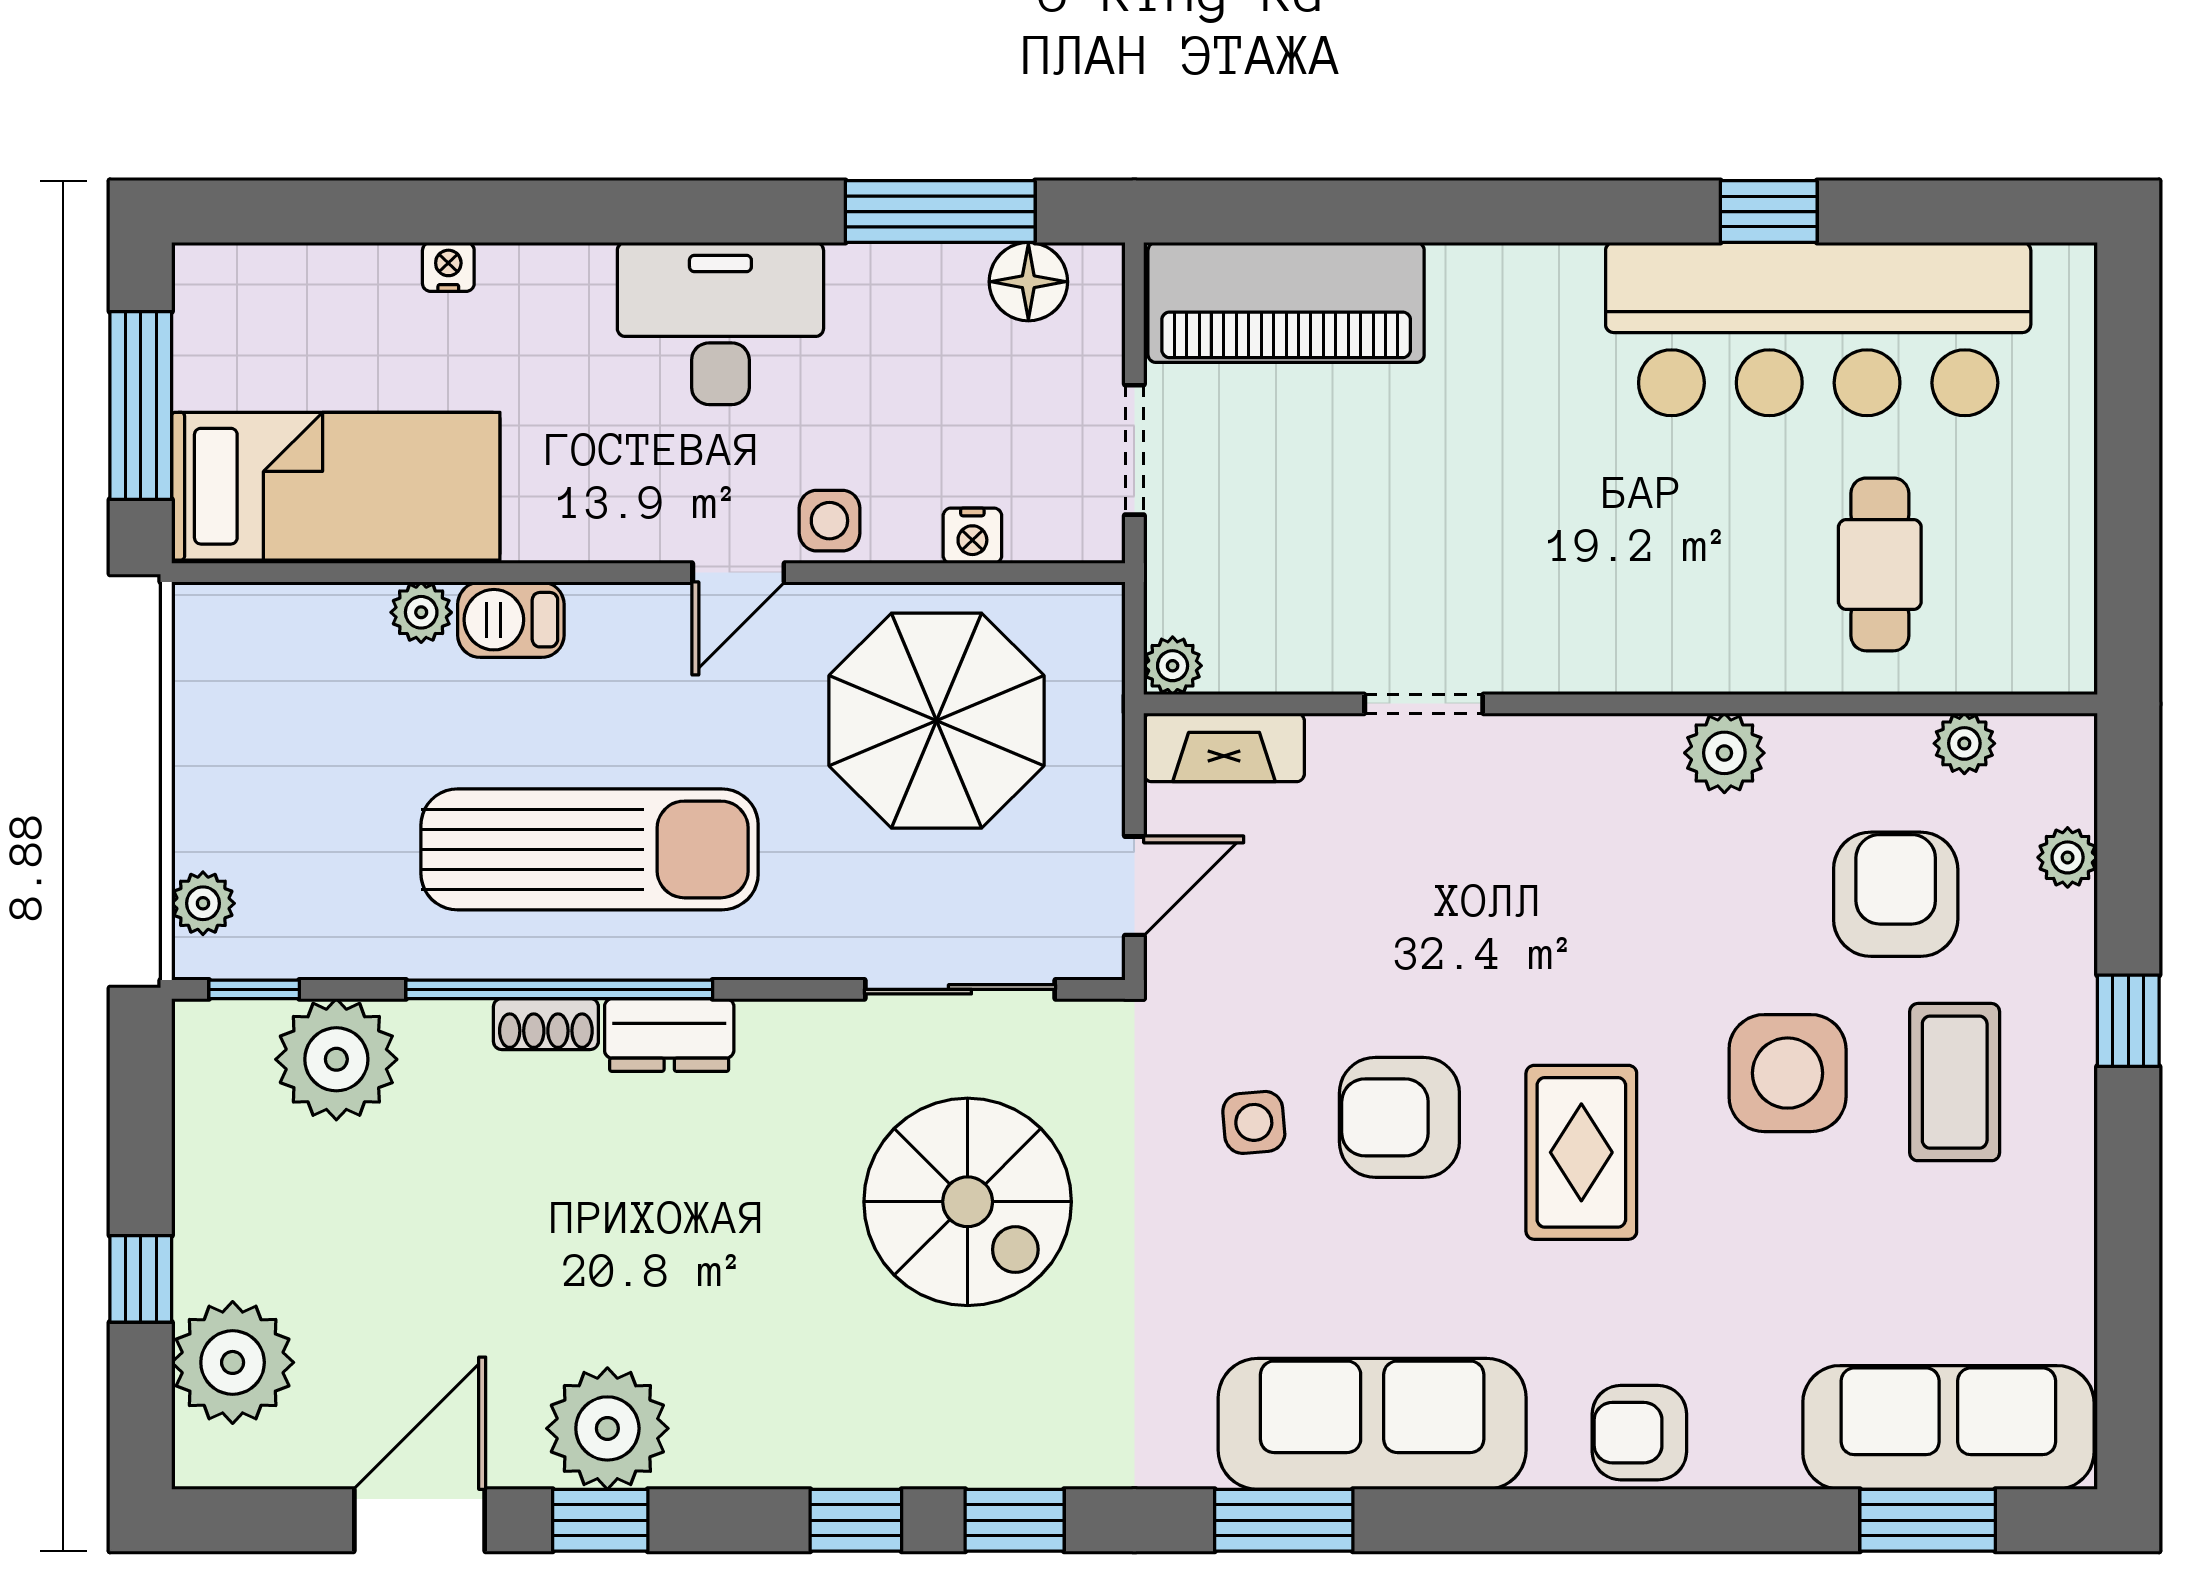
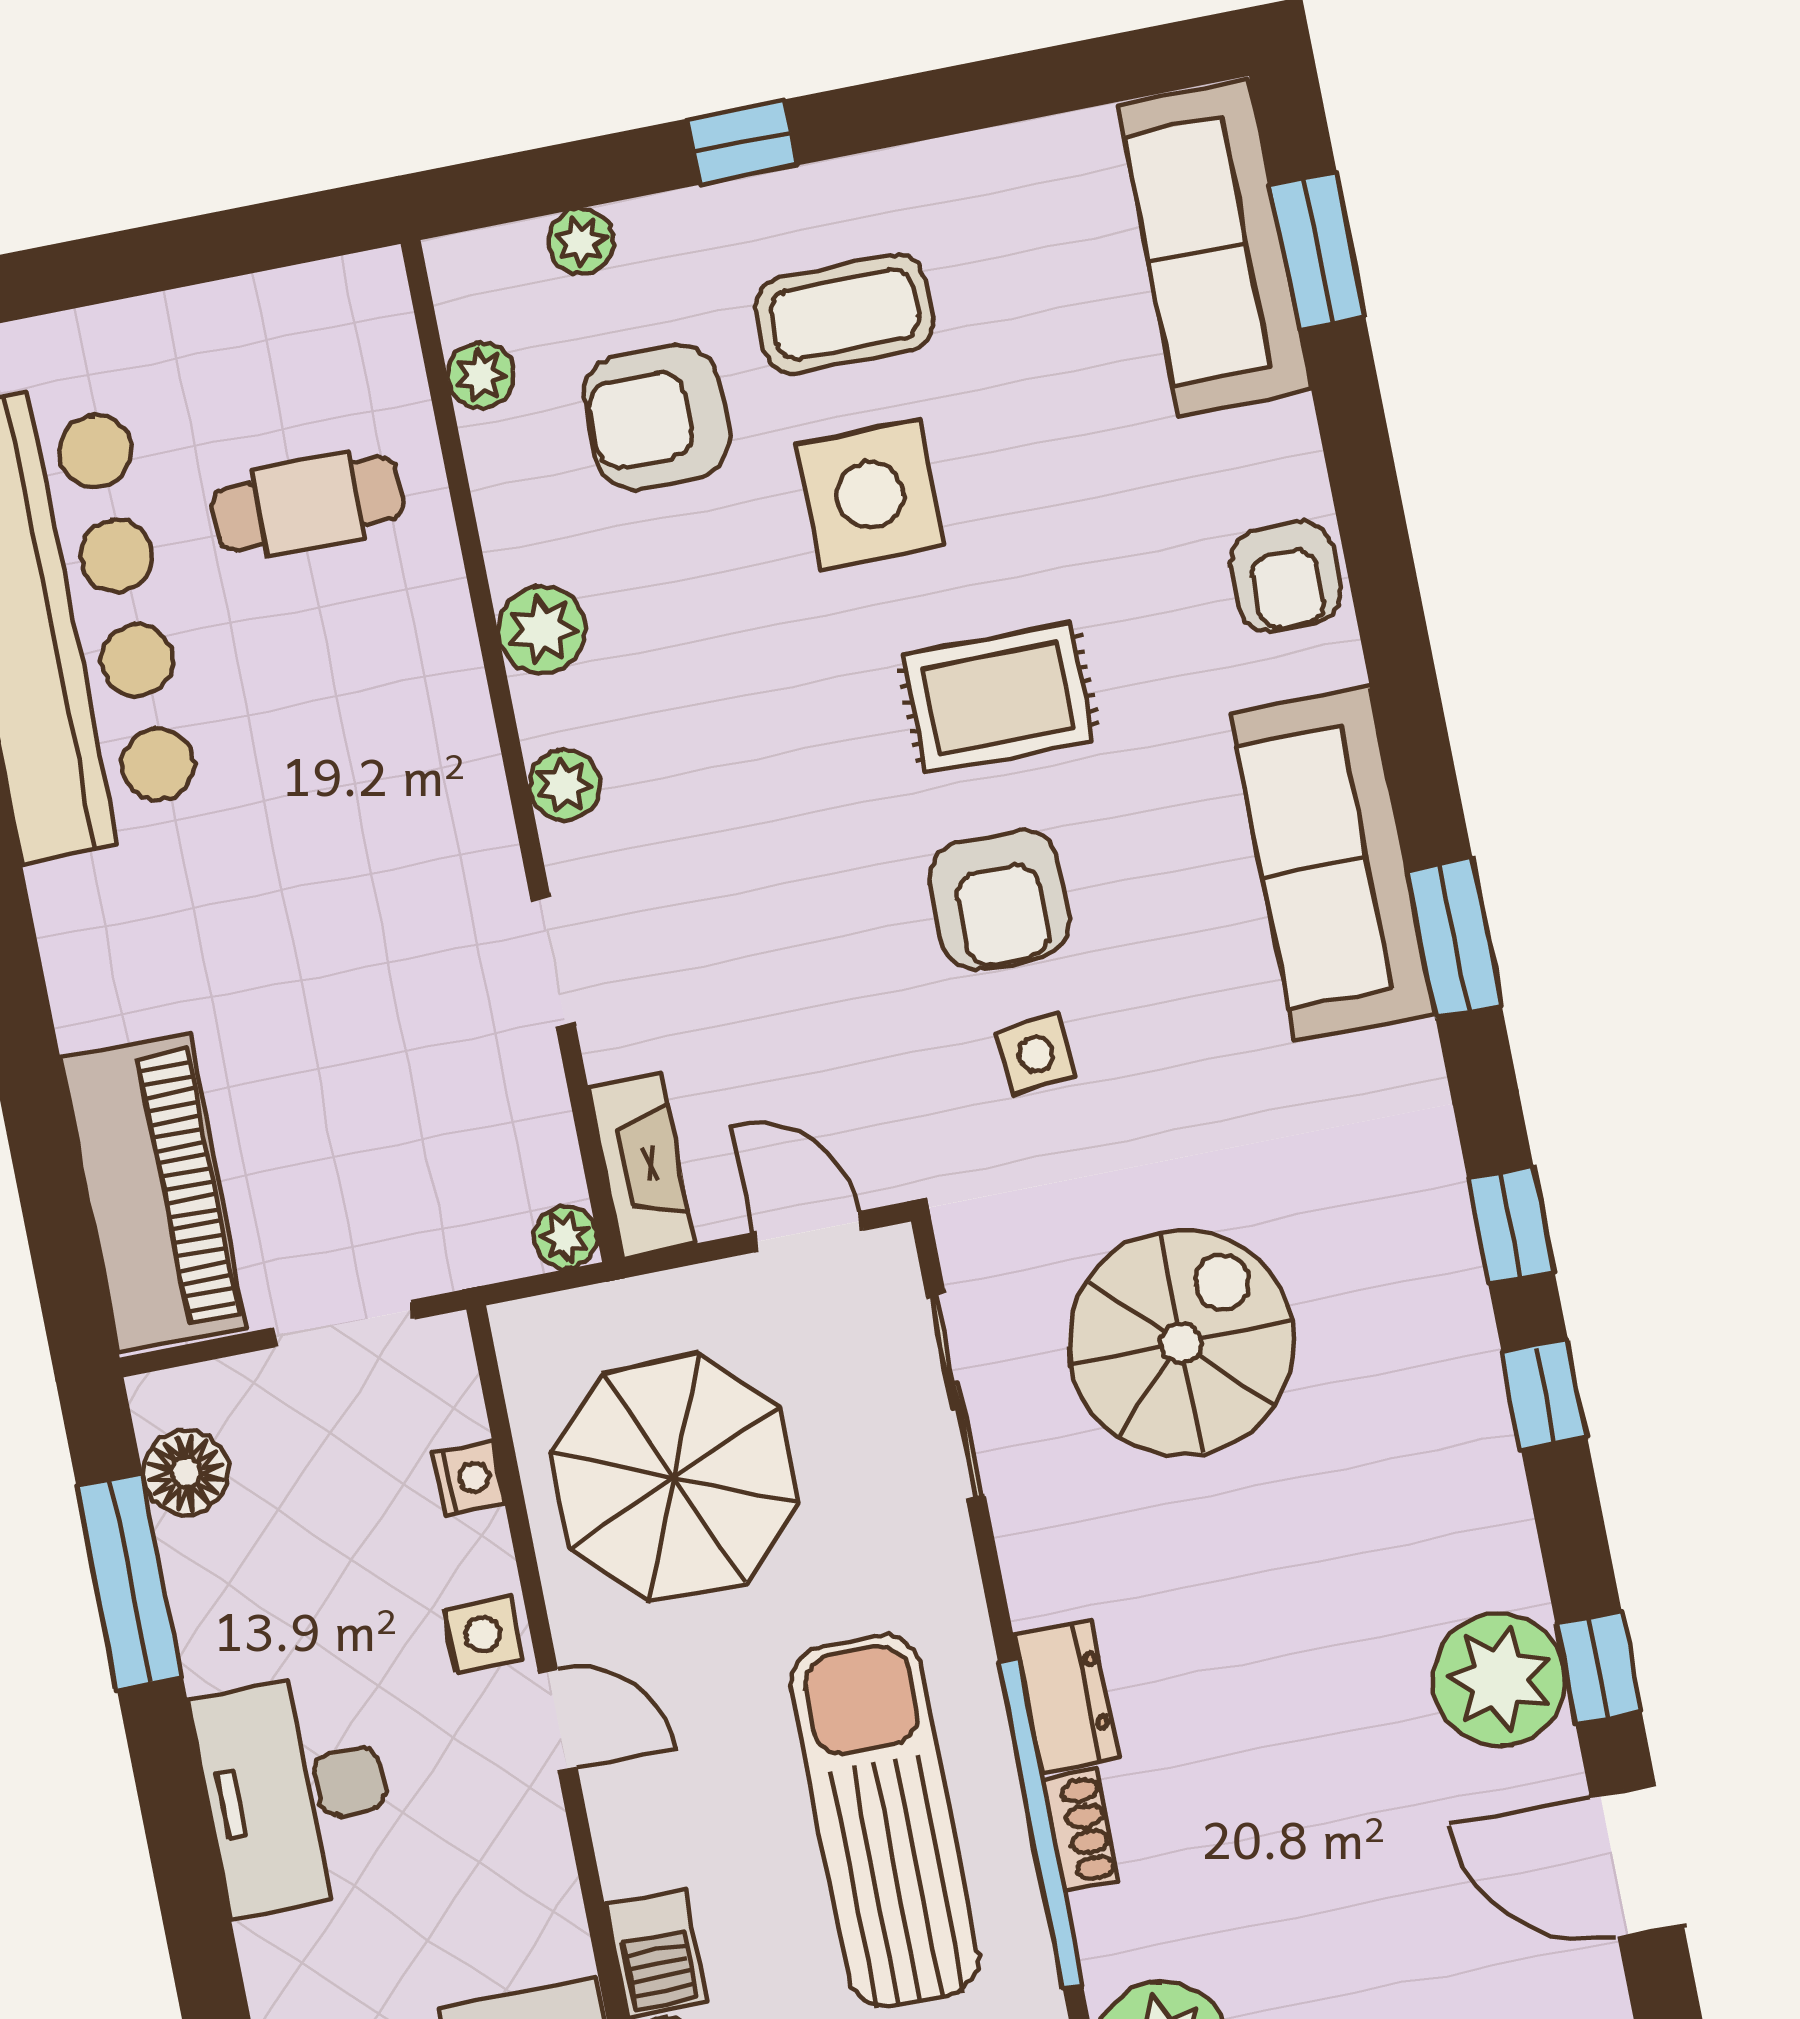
plant: (1580, 745) -> (564, 785), added

